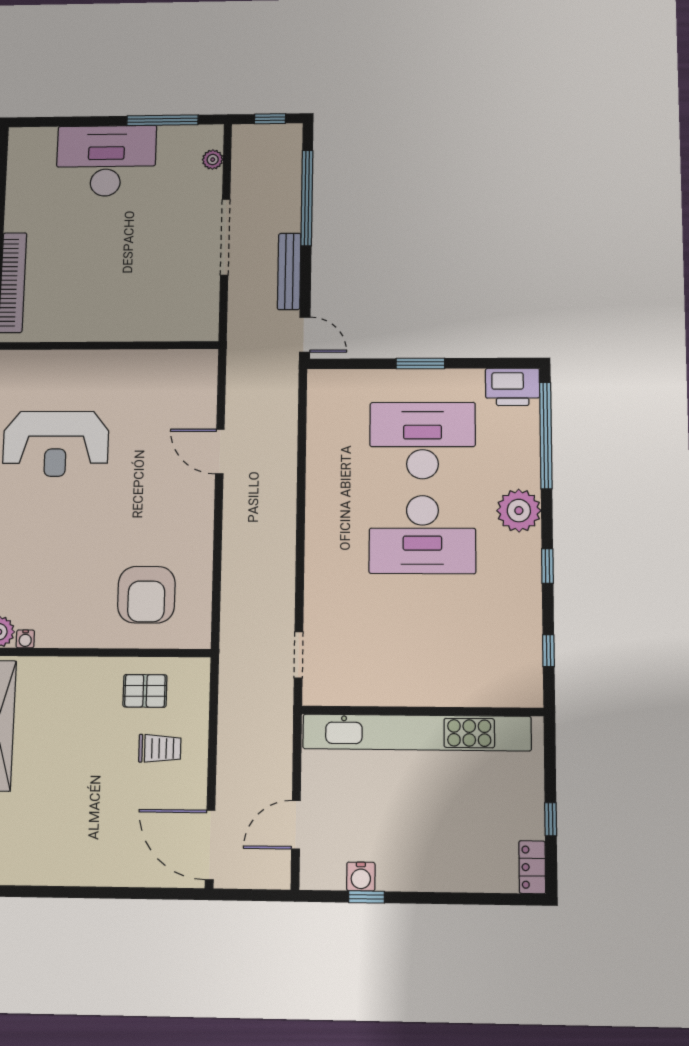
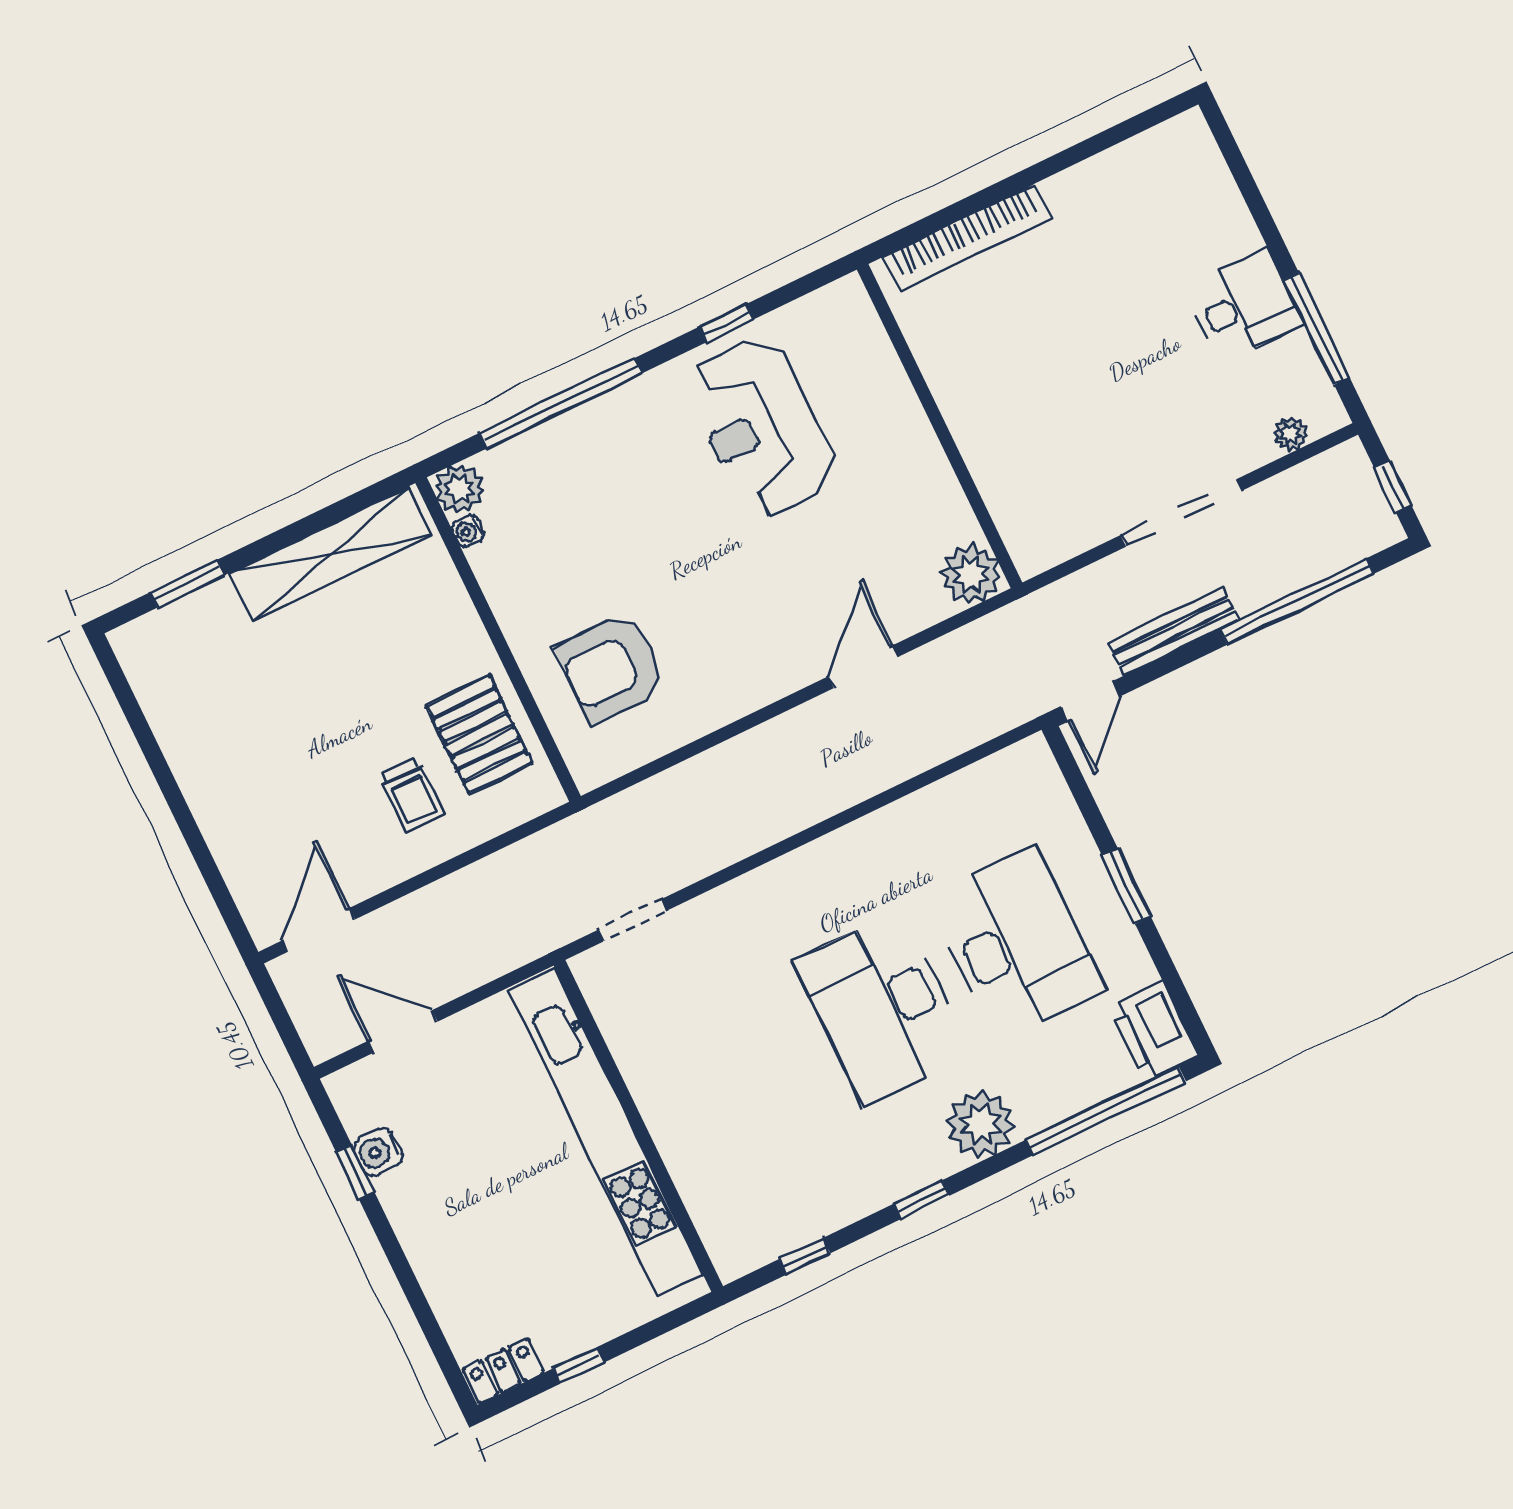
desk: (106, 161) -> (1244, 305), width x0.53, depth x0.77
plant: (199, 367) -> (971, 574), added
pallet: (145, 691) -> (479, 735), width x1.50, depth x1.42
door: (210, 845) -> (319, 930), width x0.73

